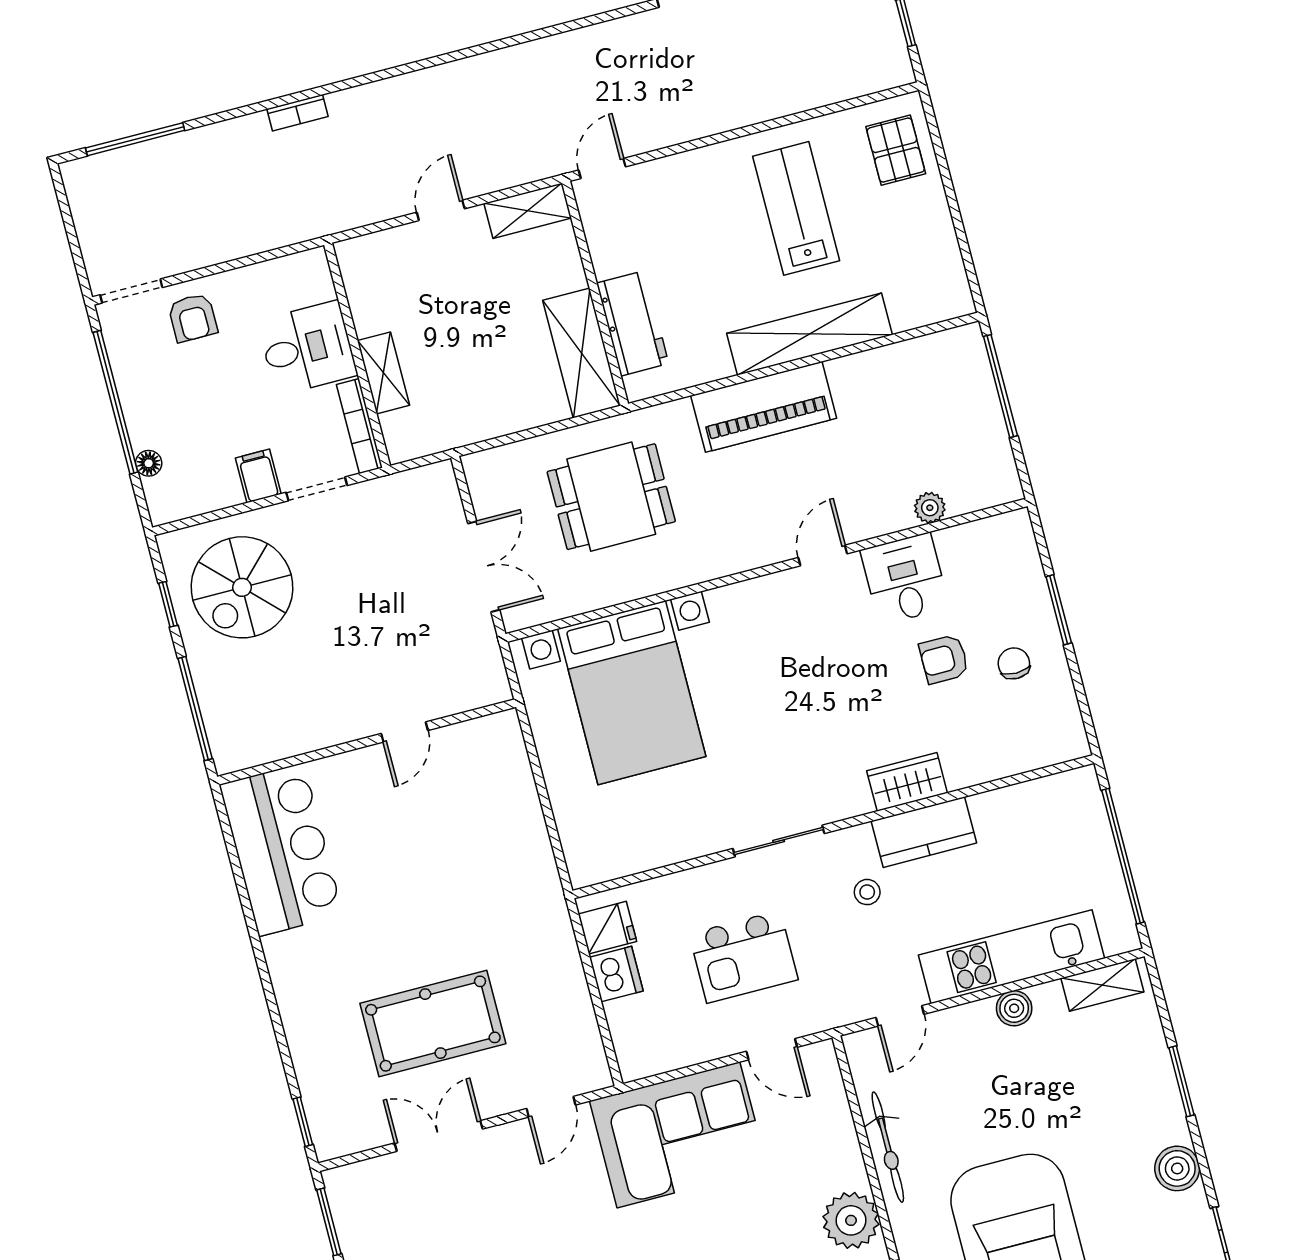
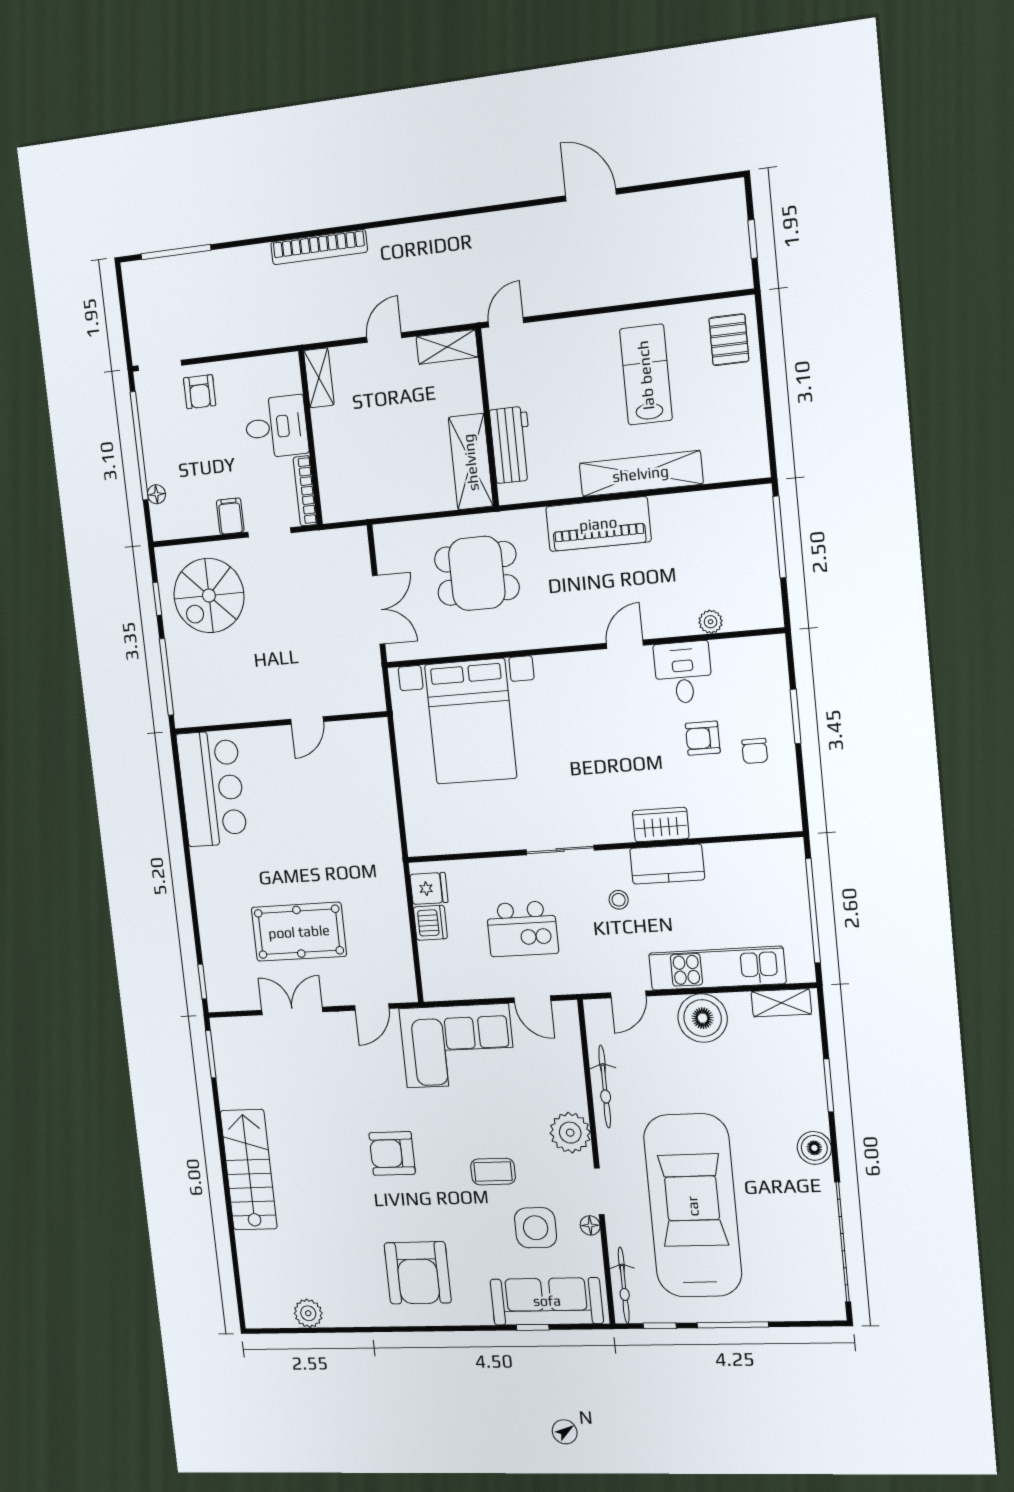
bookcase: (297, 113) -> (319, 247), width x2.31, depth x1.31
shelving: (383, 373) -> (319, 378), moved
chair: (1014, 663) -> (755, 751), turned 180
boiler: (1014, 1008) -> (703, 1018), width x1.86, depth x1.86

